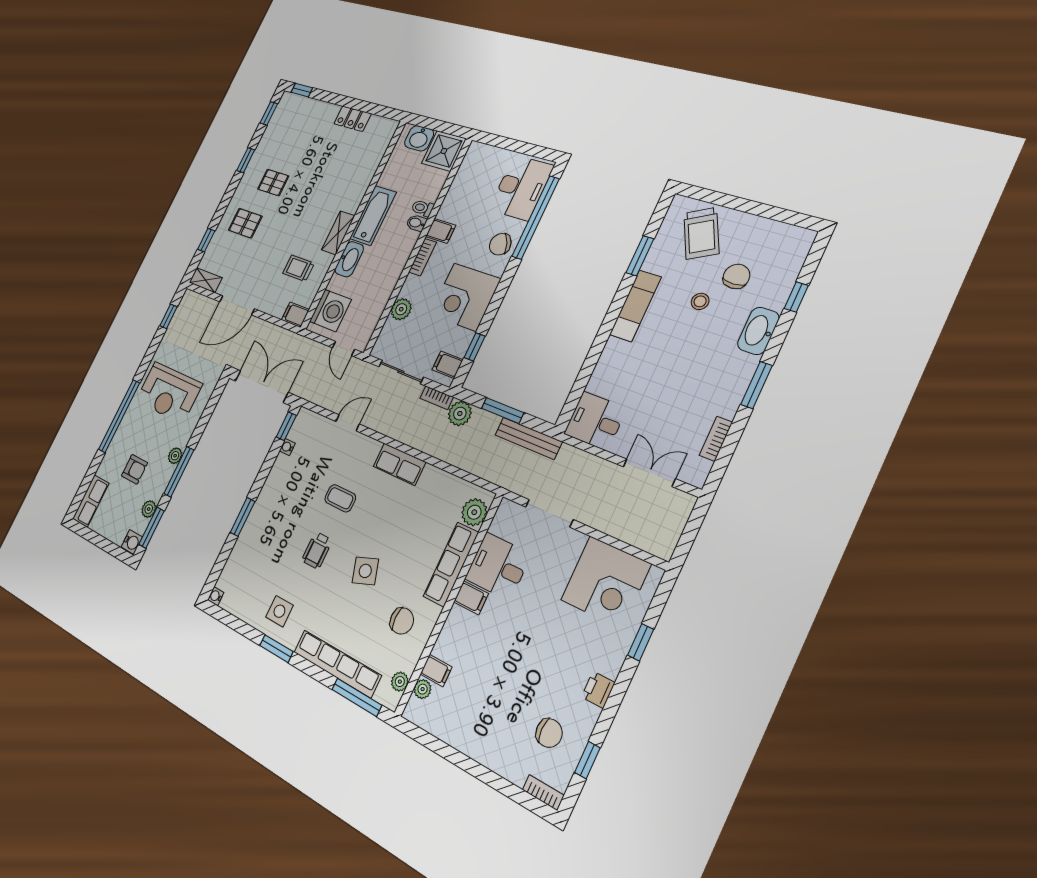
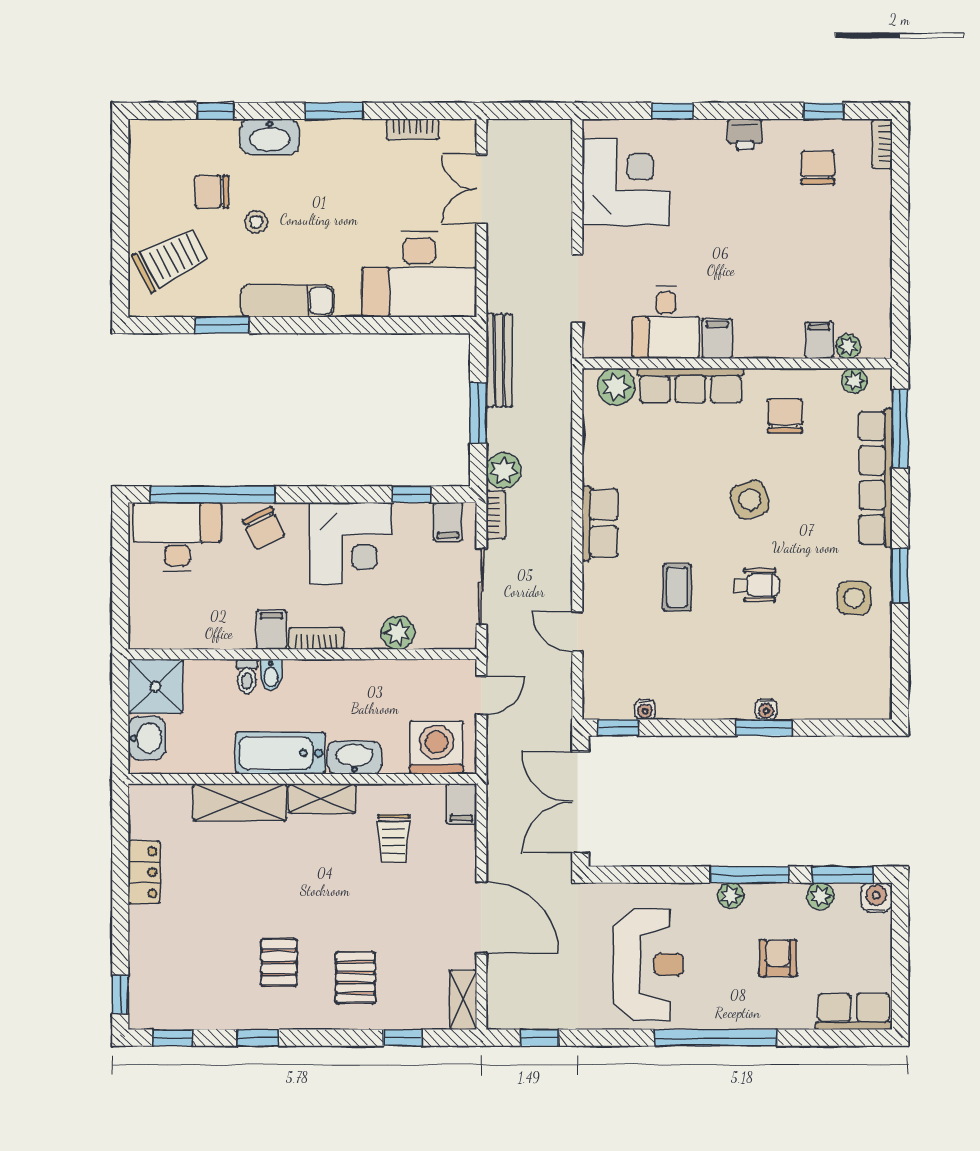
shelving: (360, 184) -> (240, 802), added
desk: (595, 421) -> (419, 274), width x1.87, depth x1.30
water cooler: (216, 596) -> (766, 709), moved

